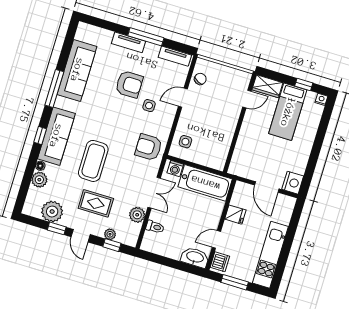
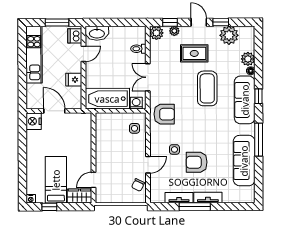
tv unit: (175, 56) -> (179, 198), moved
plant: (137, 215) -> (156, 33), moved

